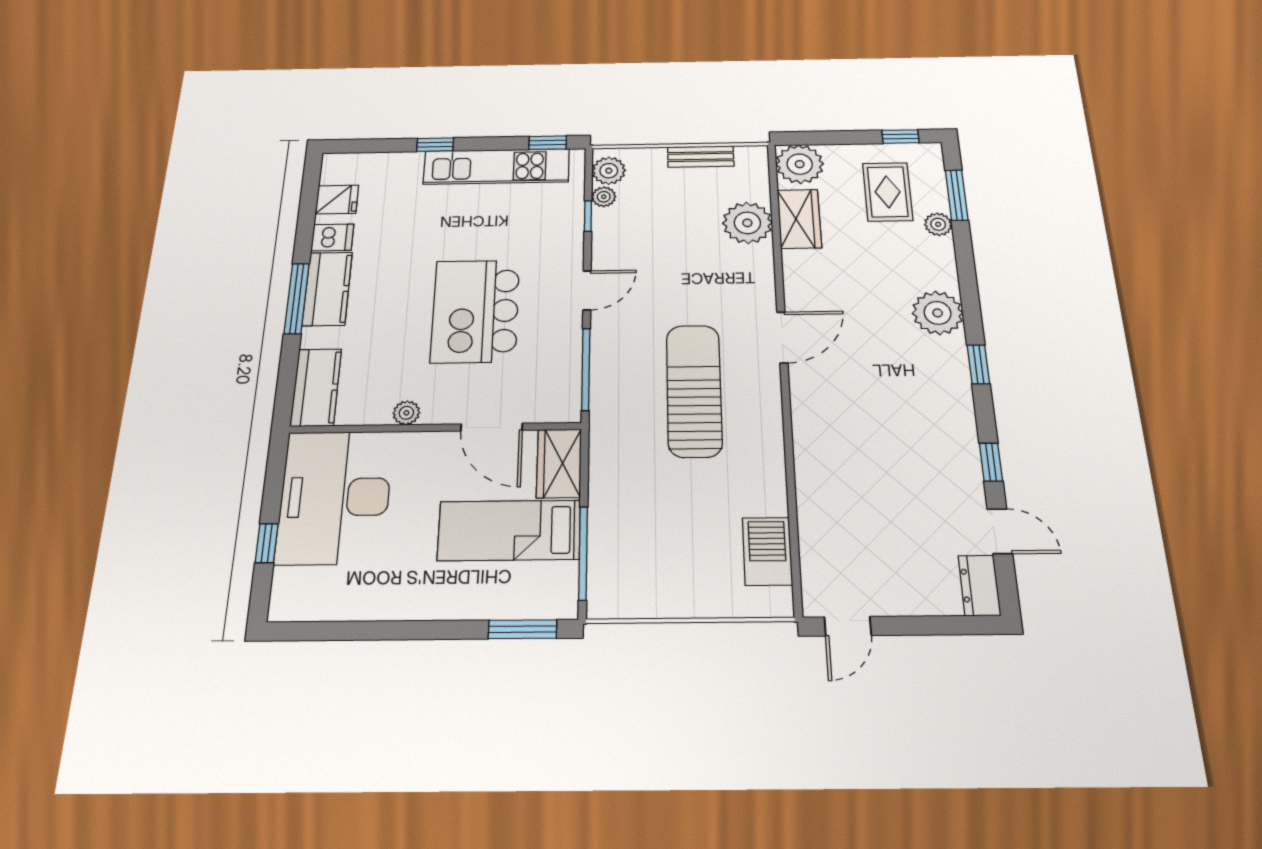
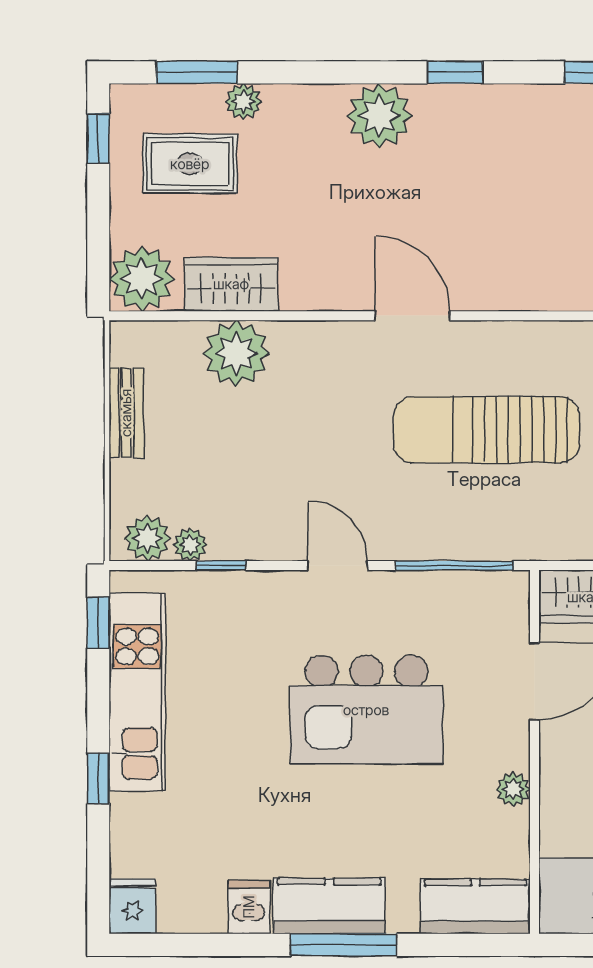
fridge: (337, 200) -> (132, 906), moved

